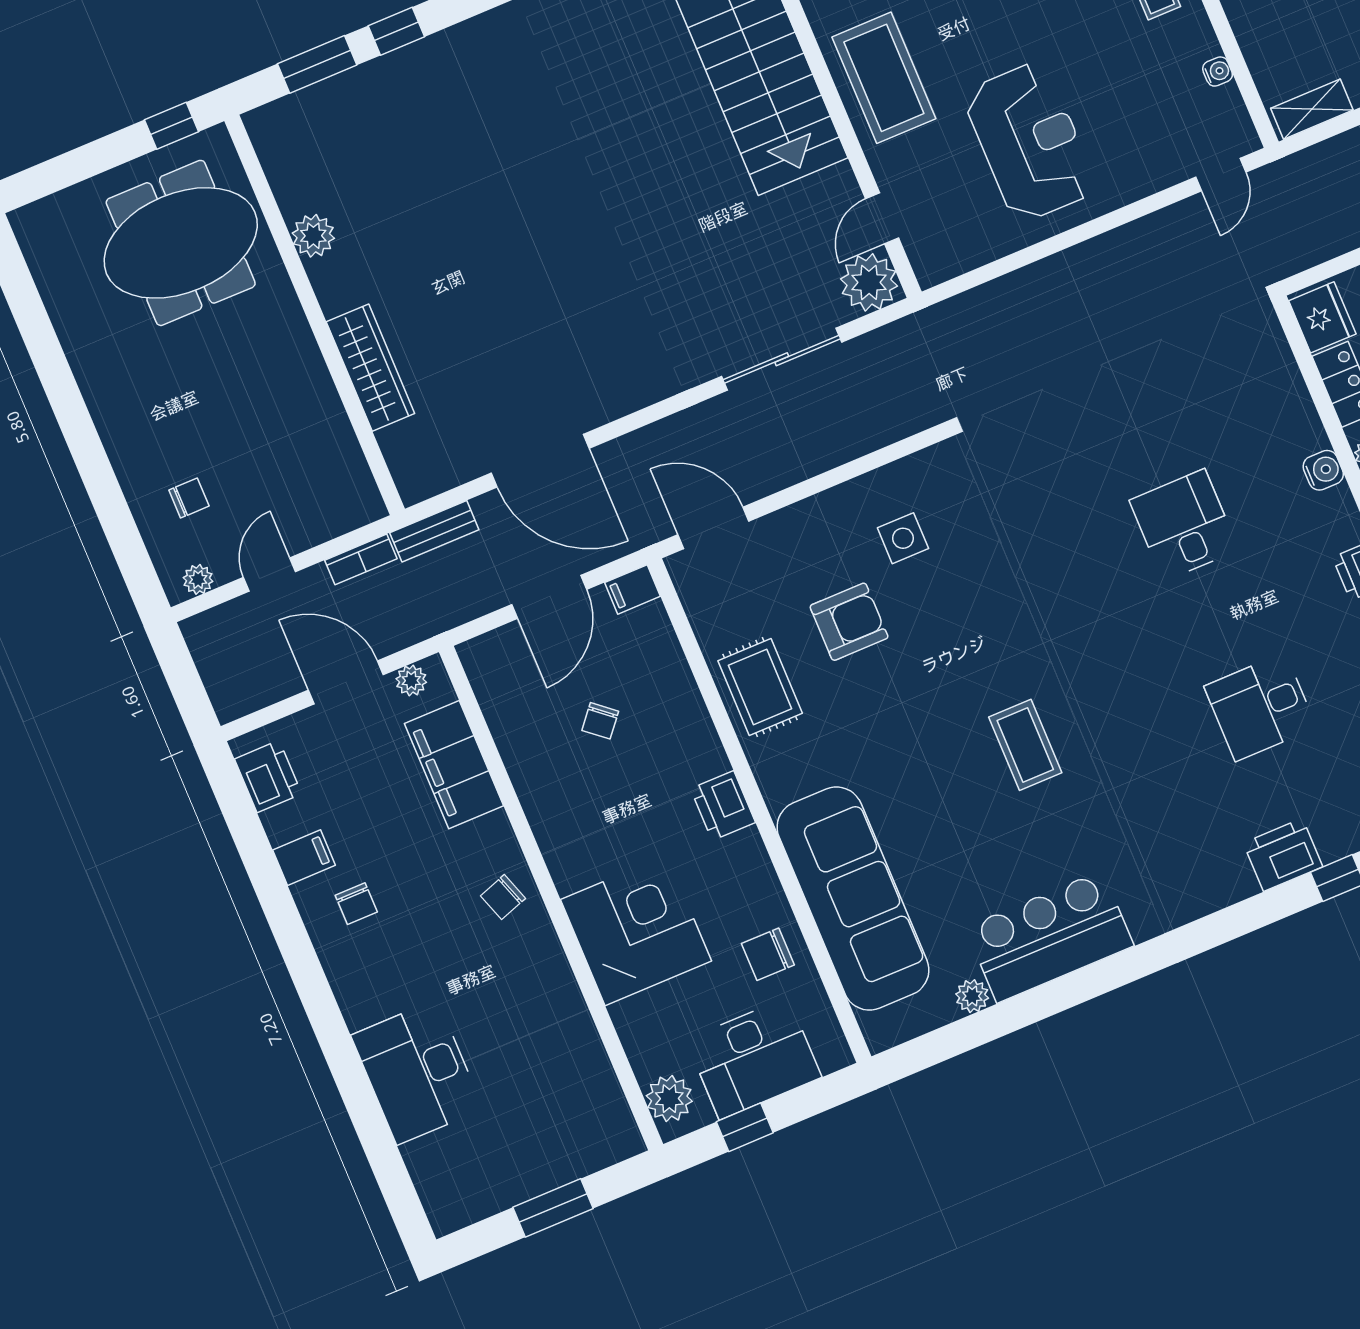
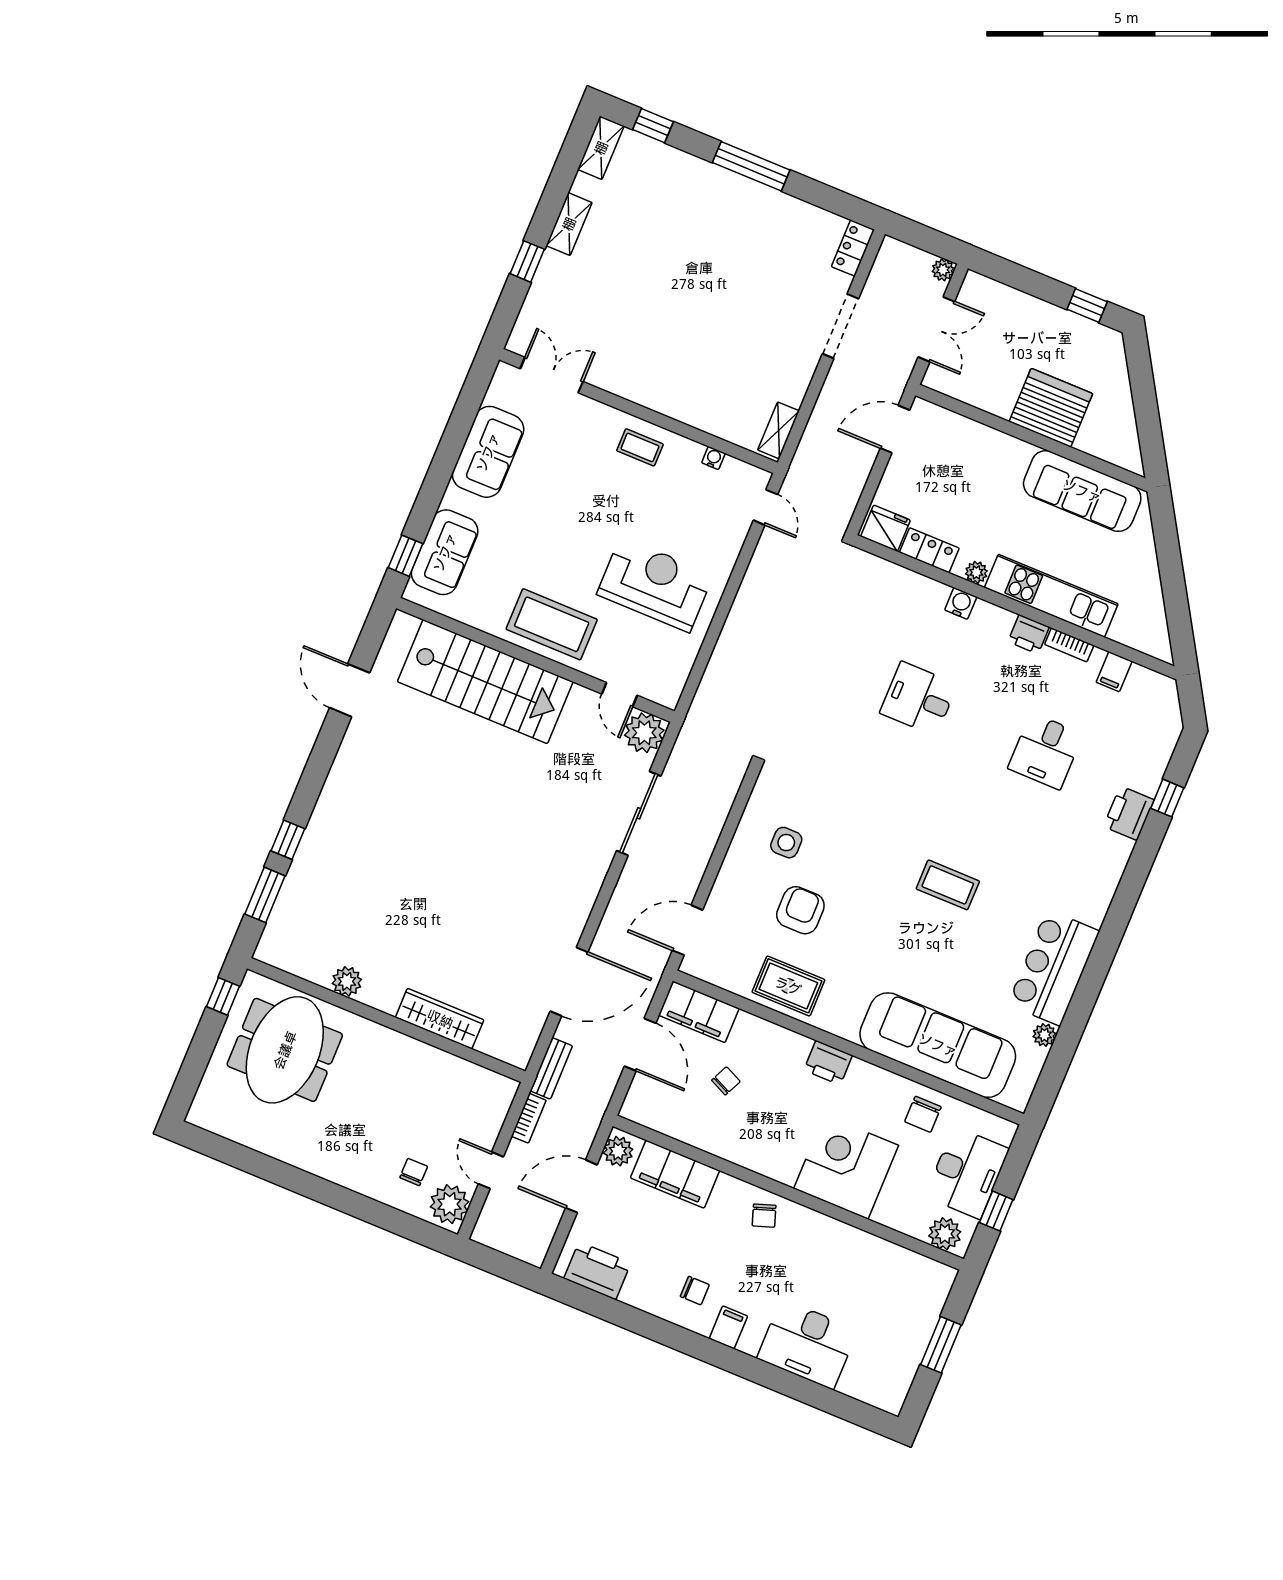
plant: (198, 579) -> (450, 1204), width x1.87, depth x1.87
filing cabinet: (633, 589) -> (699, 1012), width x3.00, depth x1.17
plant: (411, 681) -> (618, 1151), width x1.38, depth x1.38
chair: (600, 721) -> (726, 1081), turned -105
printer: (268, 776) -> (597, 1271), width x1.37, depth x1.19
filing cabinet: (304, 858) -> (728, 1327), moved

